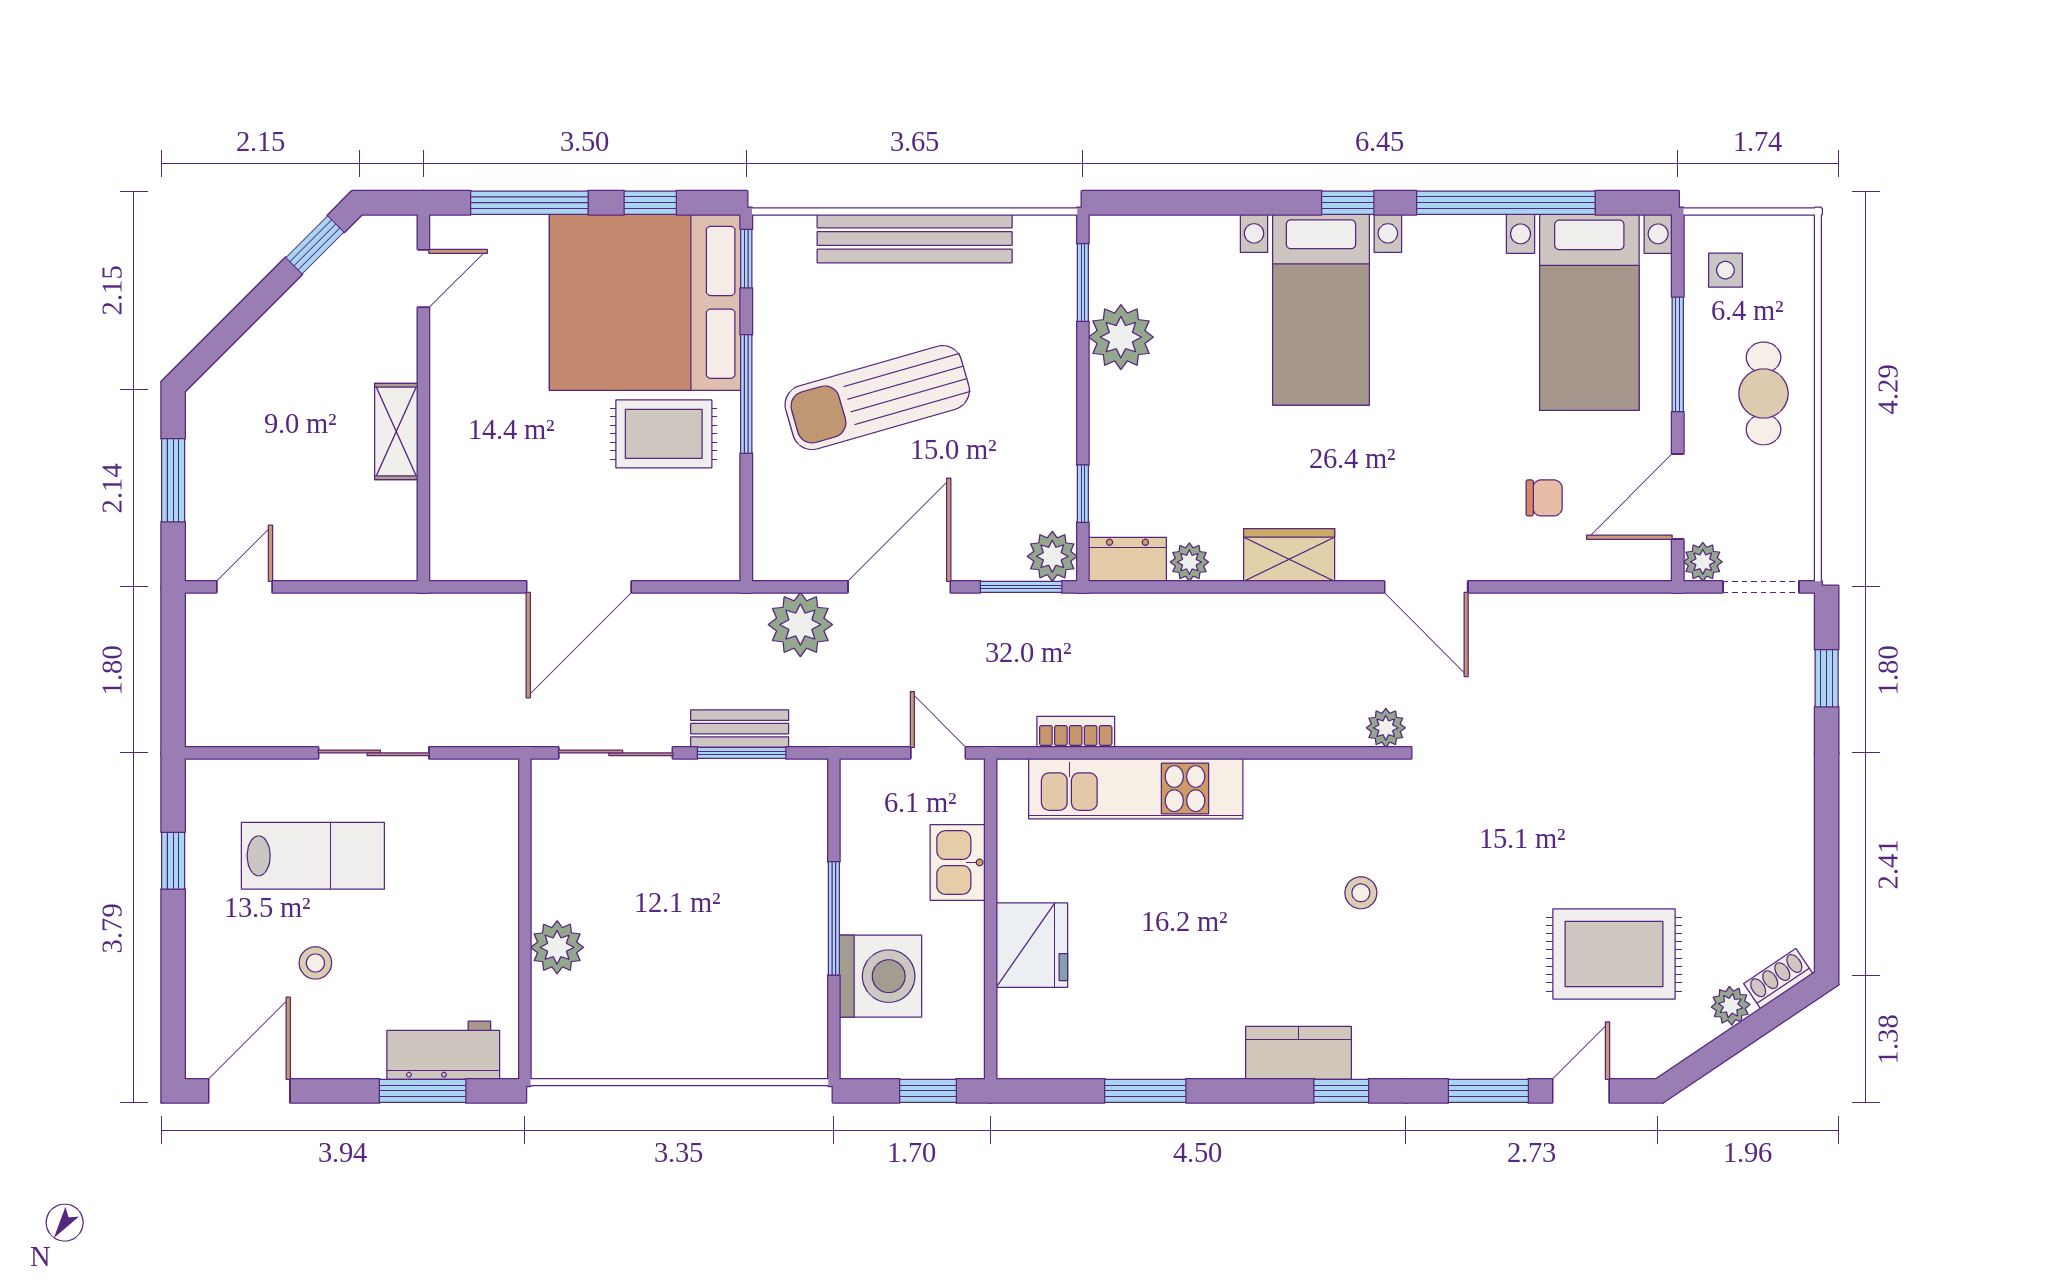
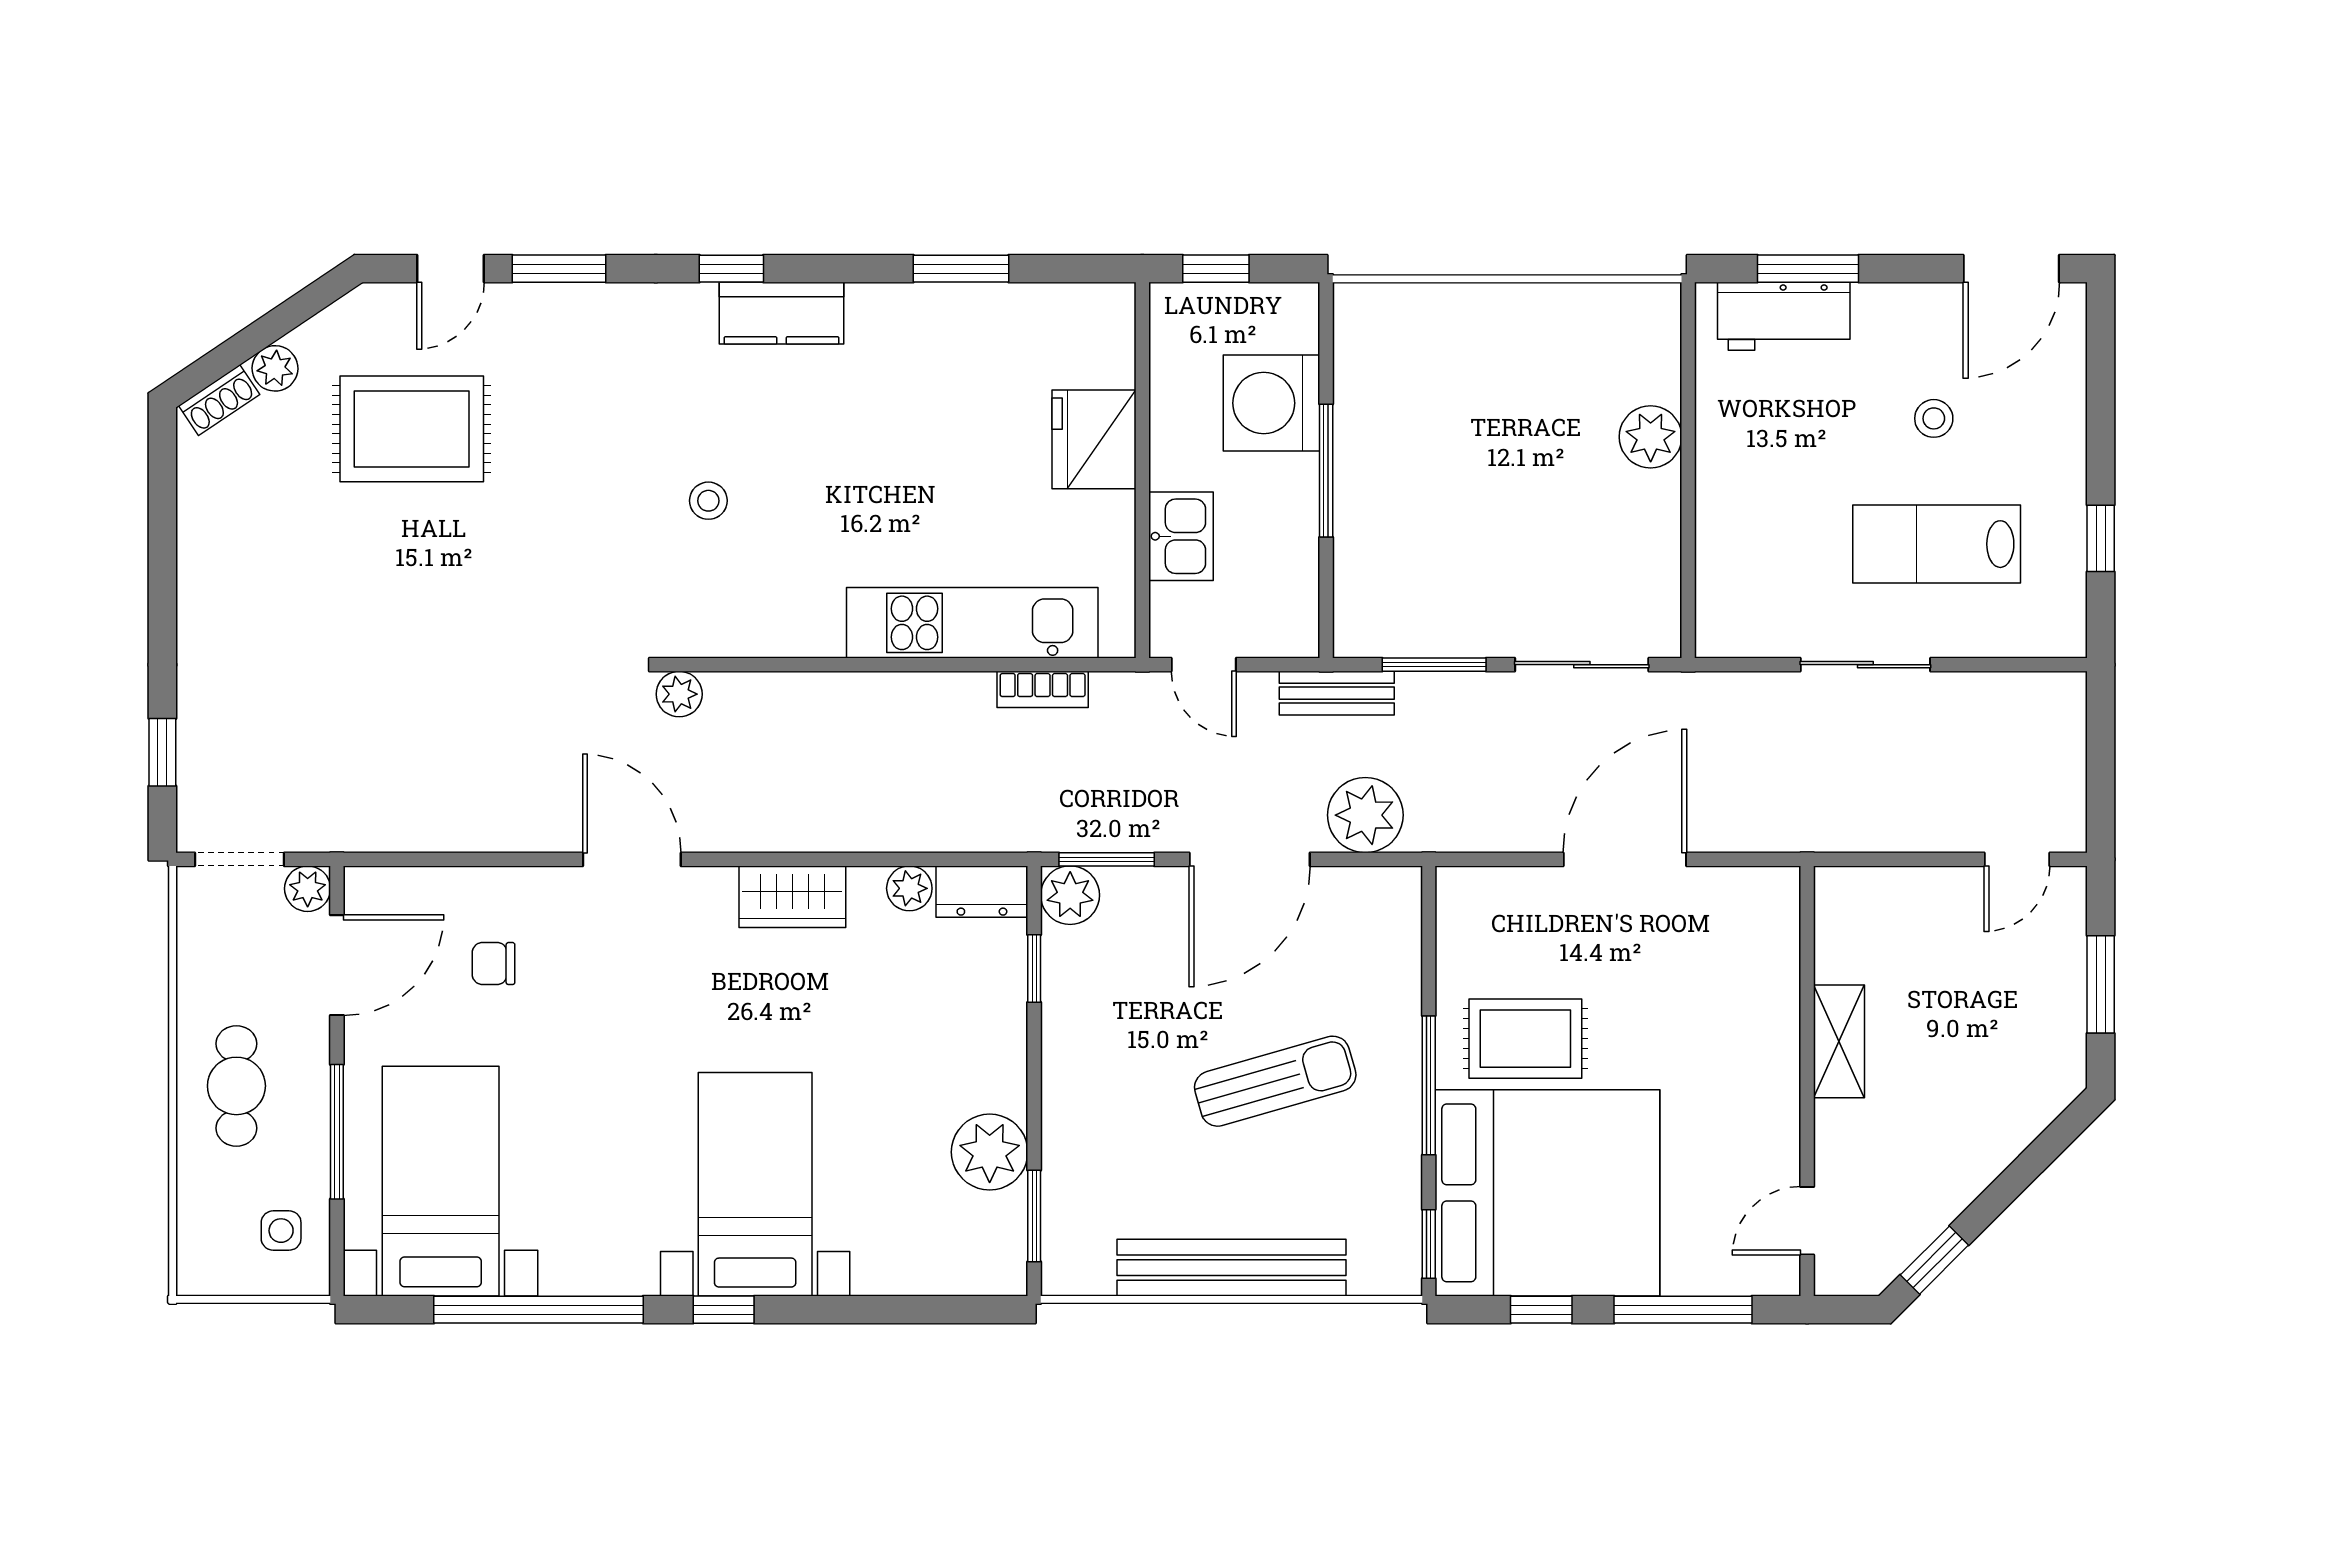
sun lounger: (877, 398) -> (1275, 1081), width x0.73, depth x0.75
bench: (740, 729) -> (1337, 693), moved

